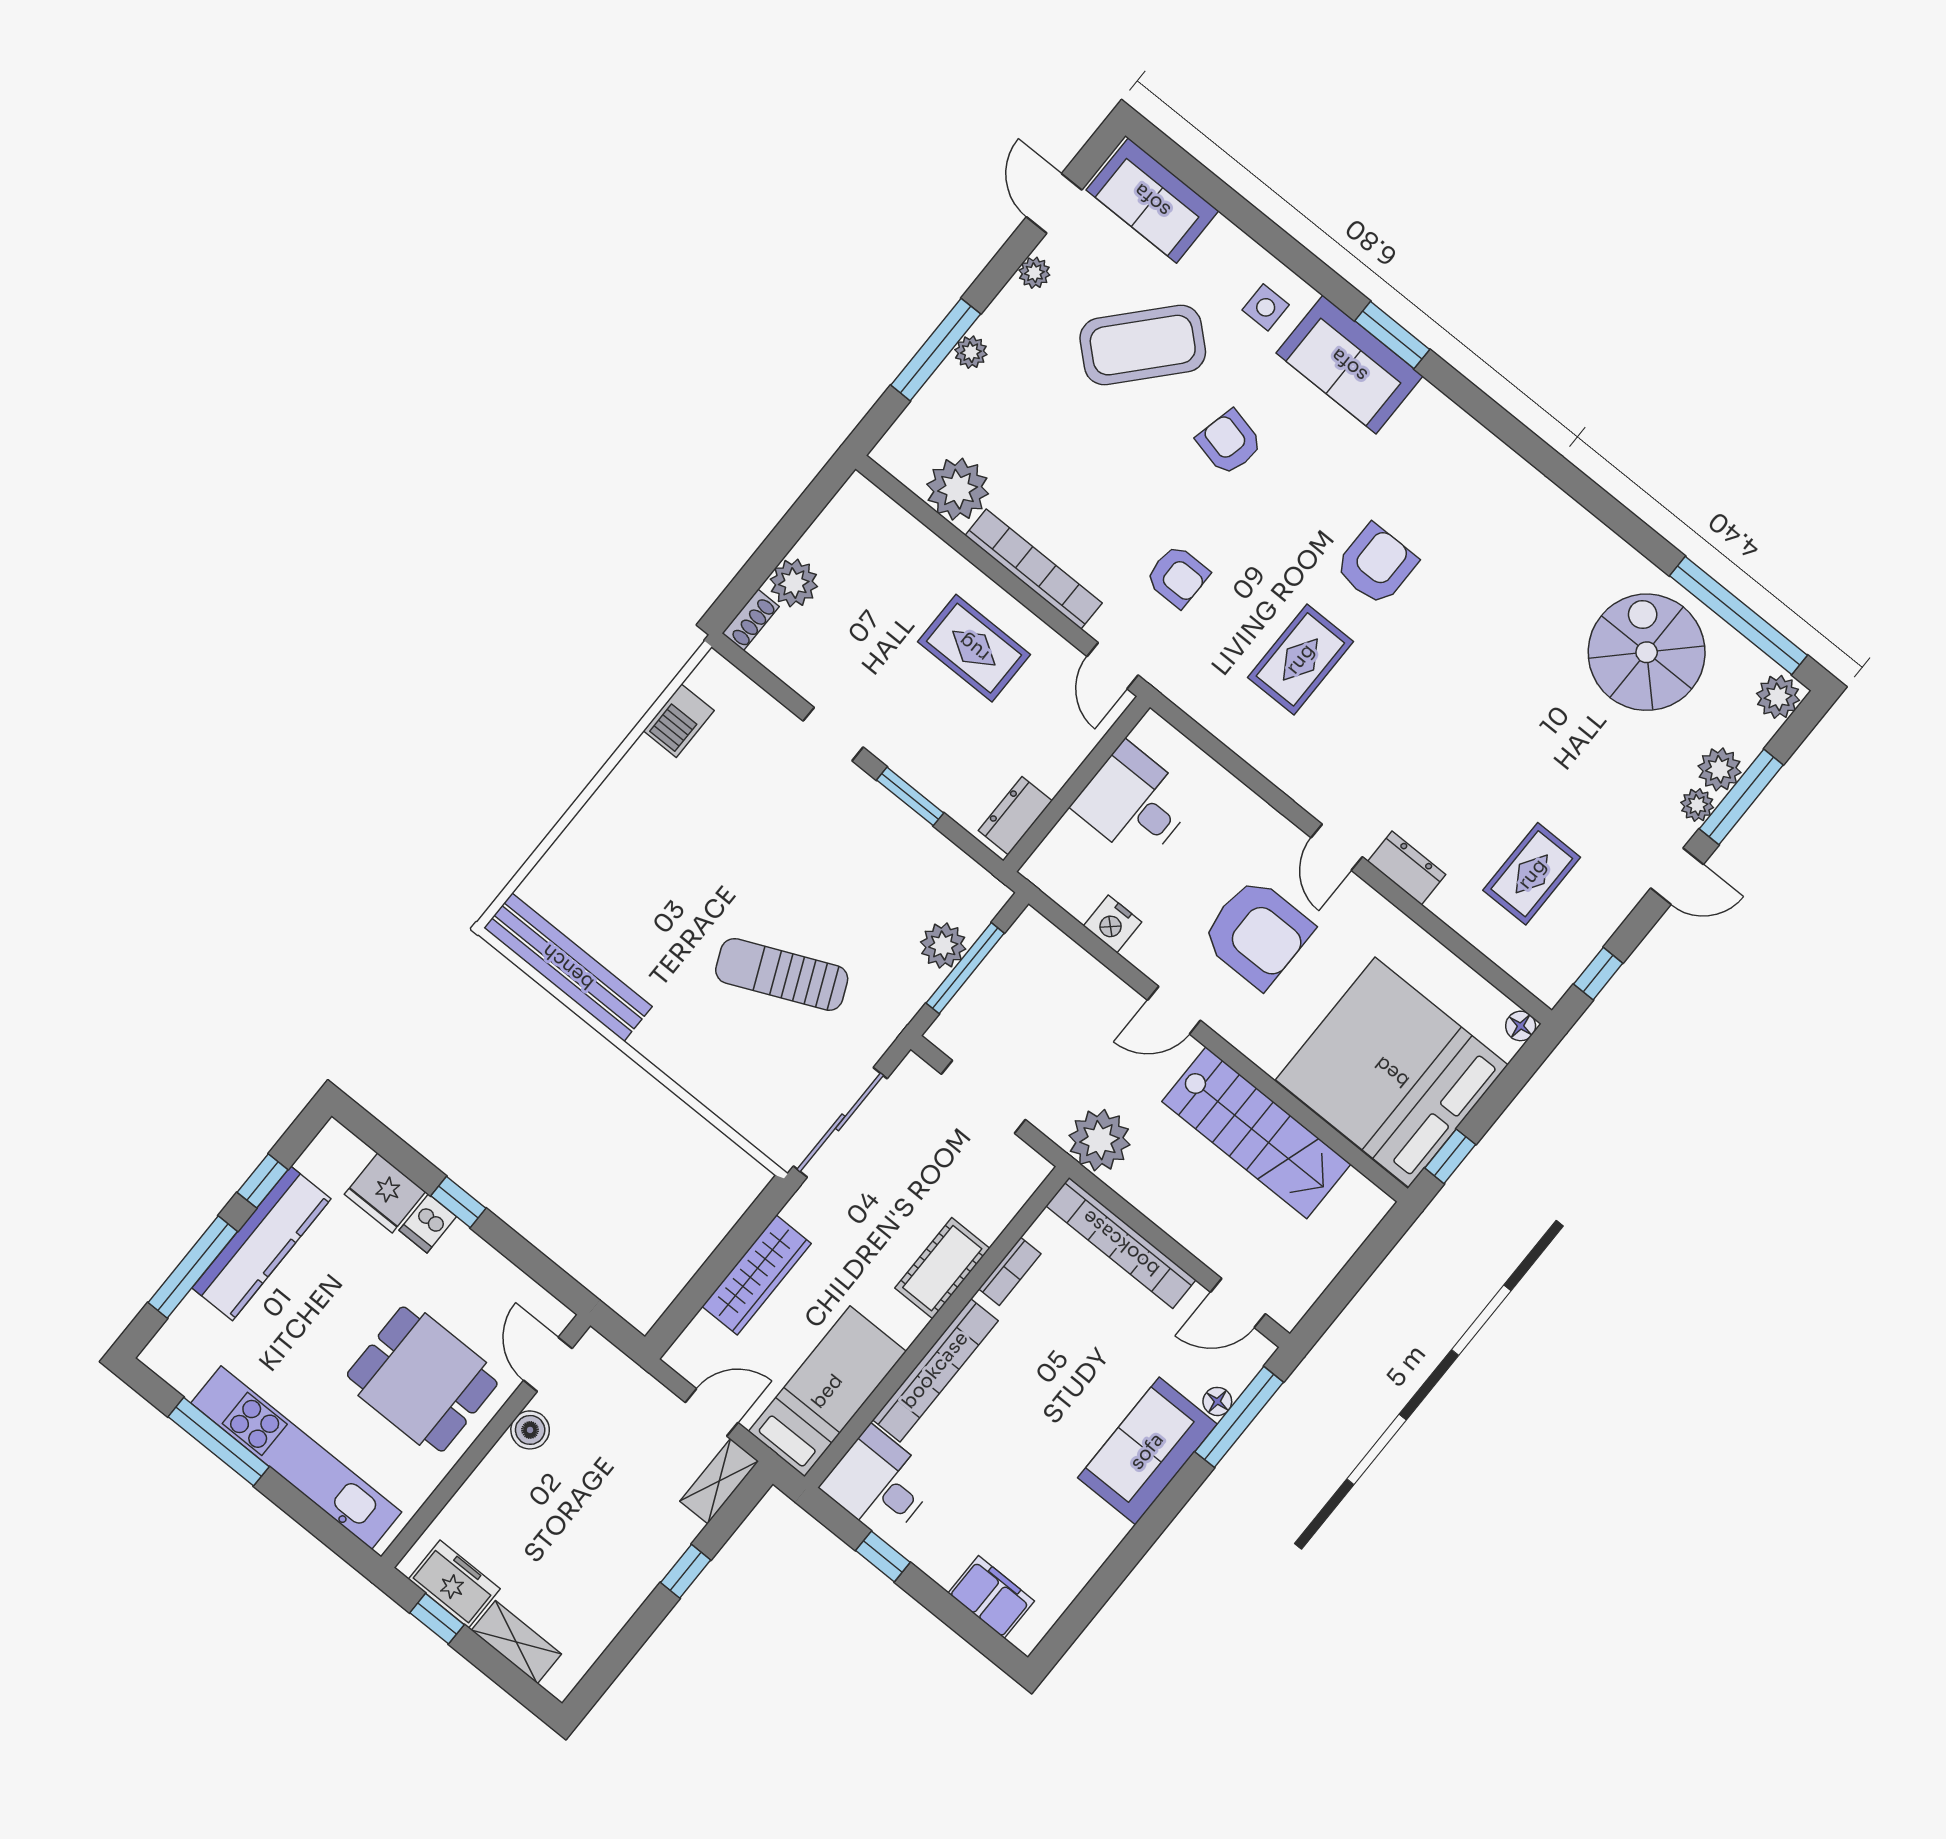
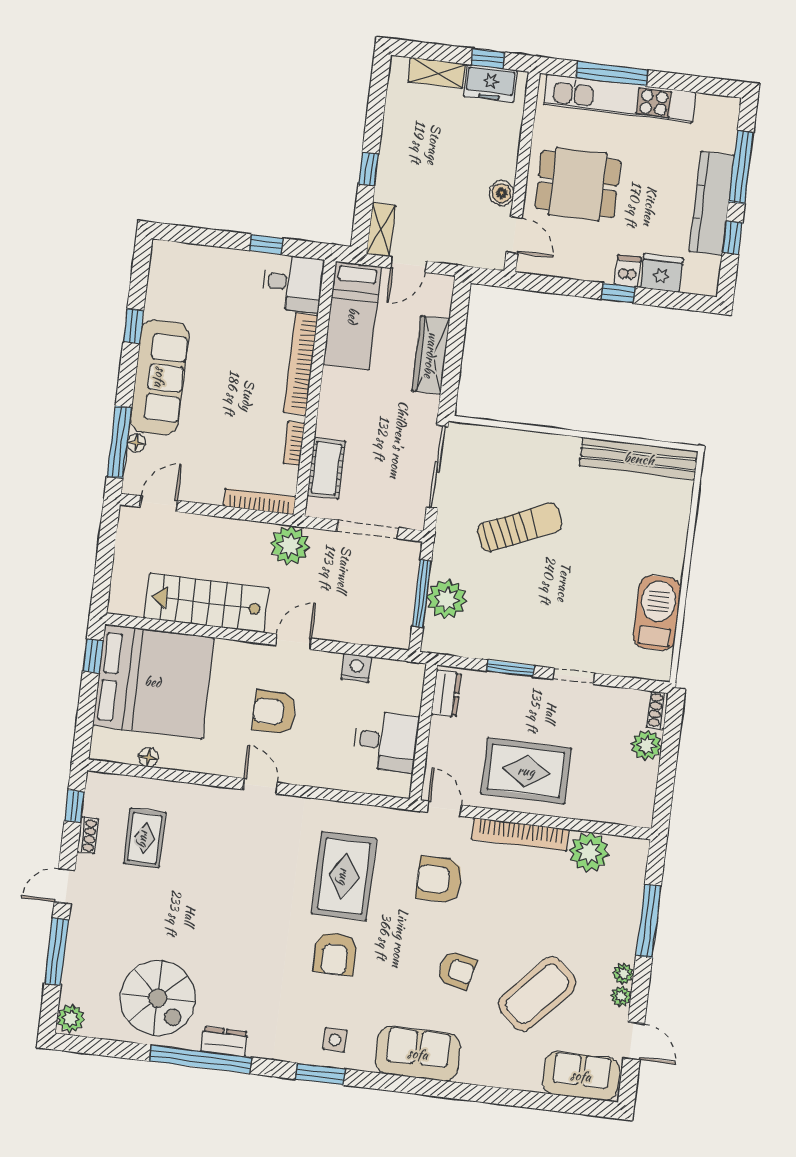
side table: (1266, 307) -> (335, 1040), moved
window: (1392, 335) -> (320, 1074), moved
plant: (971, 352) -> (623, 974), moved
armchair: (1178, 576) -> (439, 880), width x1.38, depth x1.38
window: (1739, 616) -> (200, 1059), moved
rug: (974, 648) -> (526, 771), width x1.36, depth x1.43
rug: (1300, 659) -> (344, 876), width x1.36, depth x1.43
barbecue: (679, 721) -> (657, 613), width x1.88, depth x1.53
plant: (1719, 769) -> (78, 959), removed
plant: (1697, 805) -> (78, 932), removed
dresser: (1407, 868) -> (224, 1041), moved, turned 180
shoe rack: (1605, 924) -> (88, 835), added
armchair: (1257, 933) -> (274, 712), width x0.73, depth x0.73
plant: (943, 945) -> (447, 599), width x1.36, depth x1.36
floor lamp: (1521, 1026) -> (148, 757), moved
bookcase: (1121, 1243) -> (260, 502), width x0.68, depth x0.76
cot: (942, 1268) -> (326, 468), moved
window: (219, 1442) -> (612, 74), moved
sofa: (1147, 1451) -> (160, 377), width x1.36
window: (1125, 1558) -> (133, 326), added
filing cabinet: (991, 1597) -> (193, 259), removed

